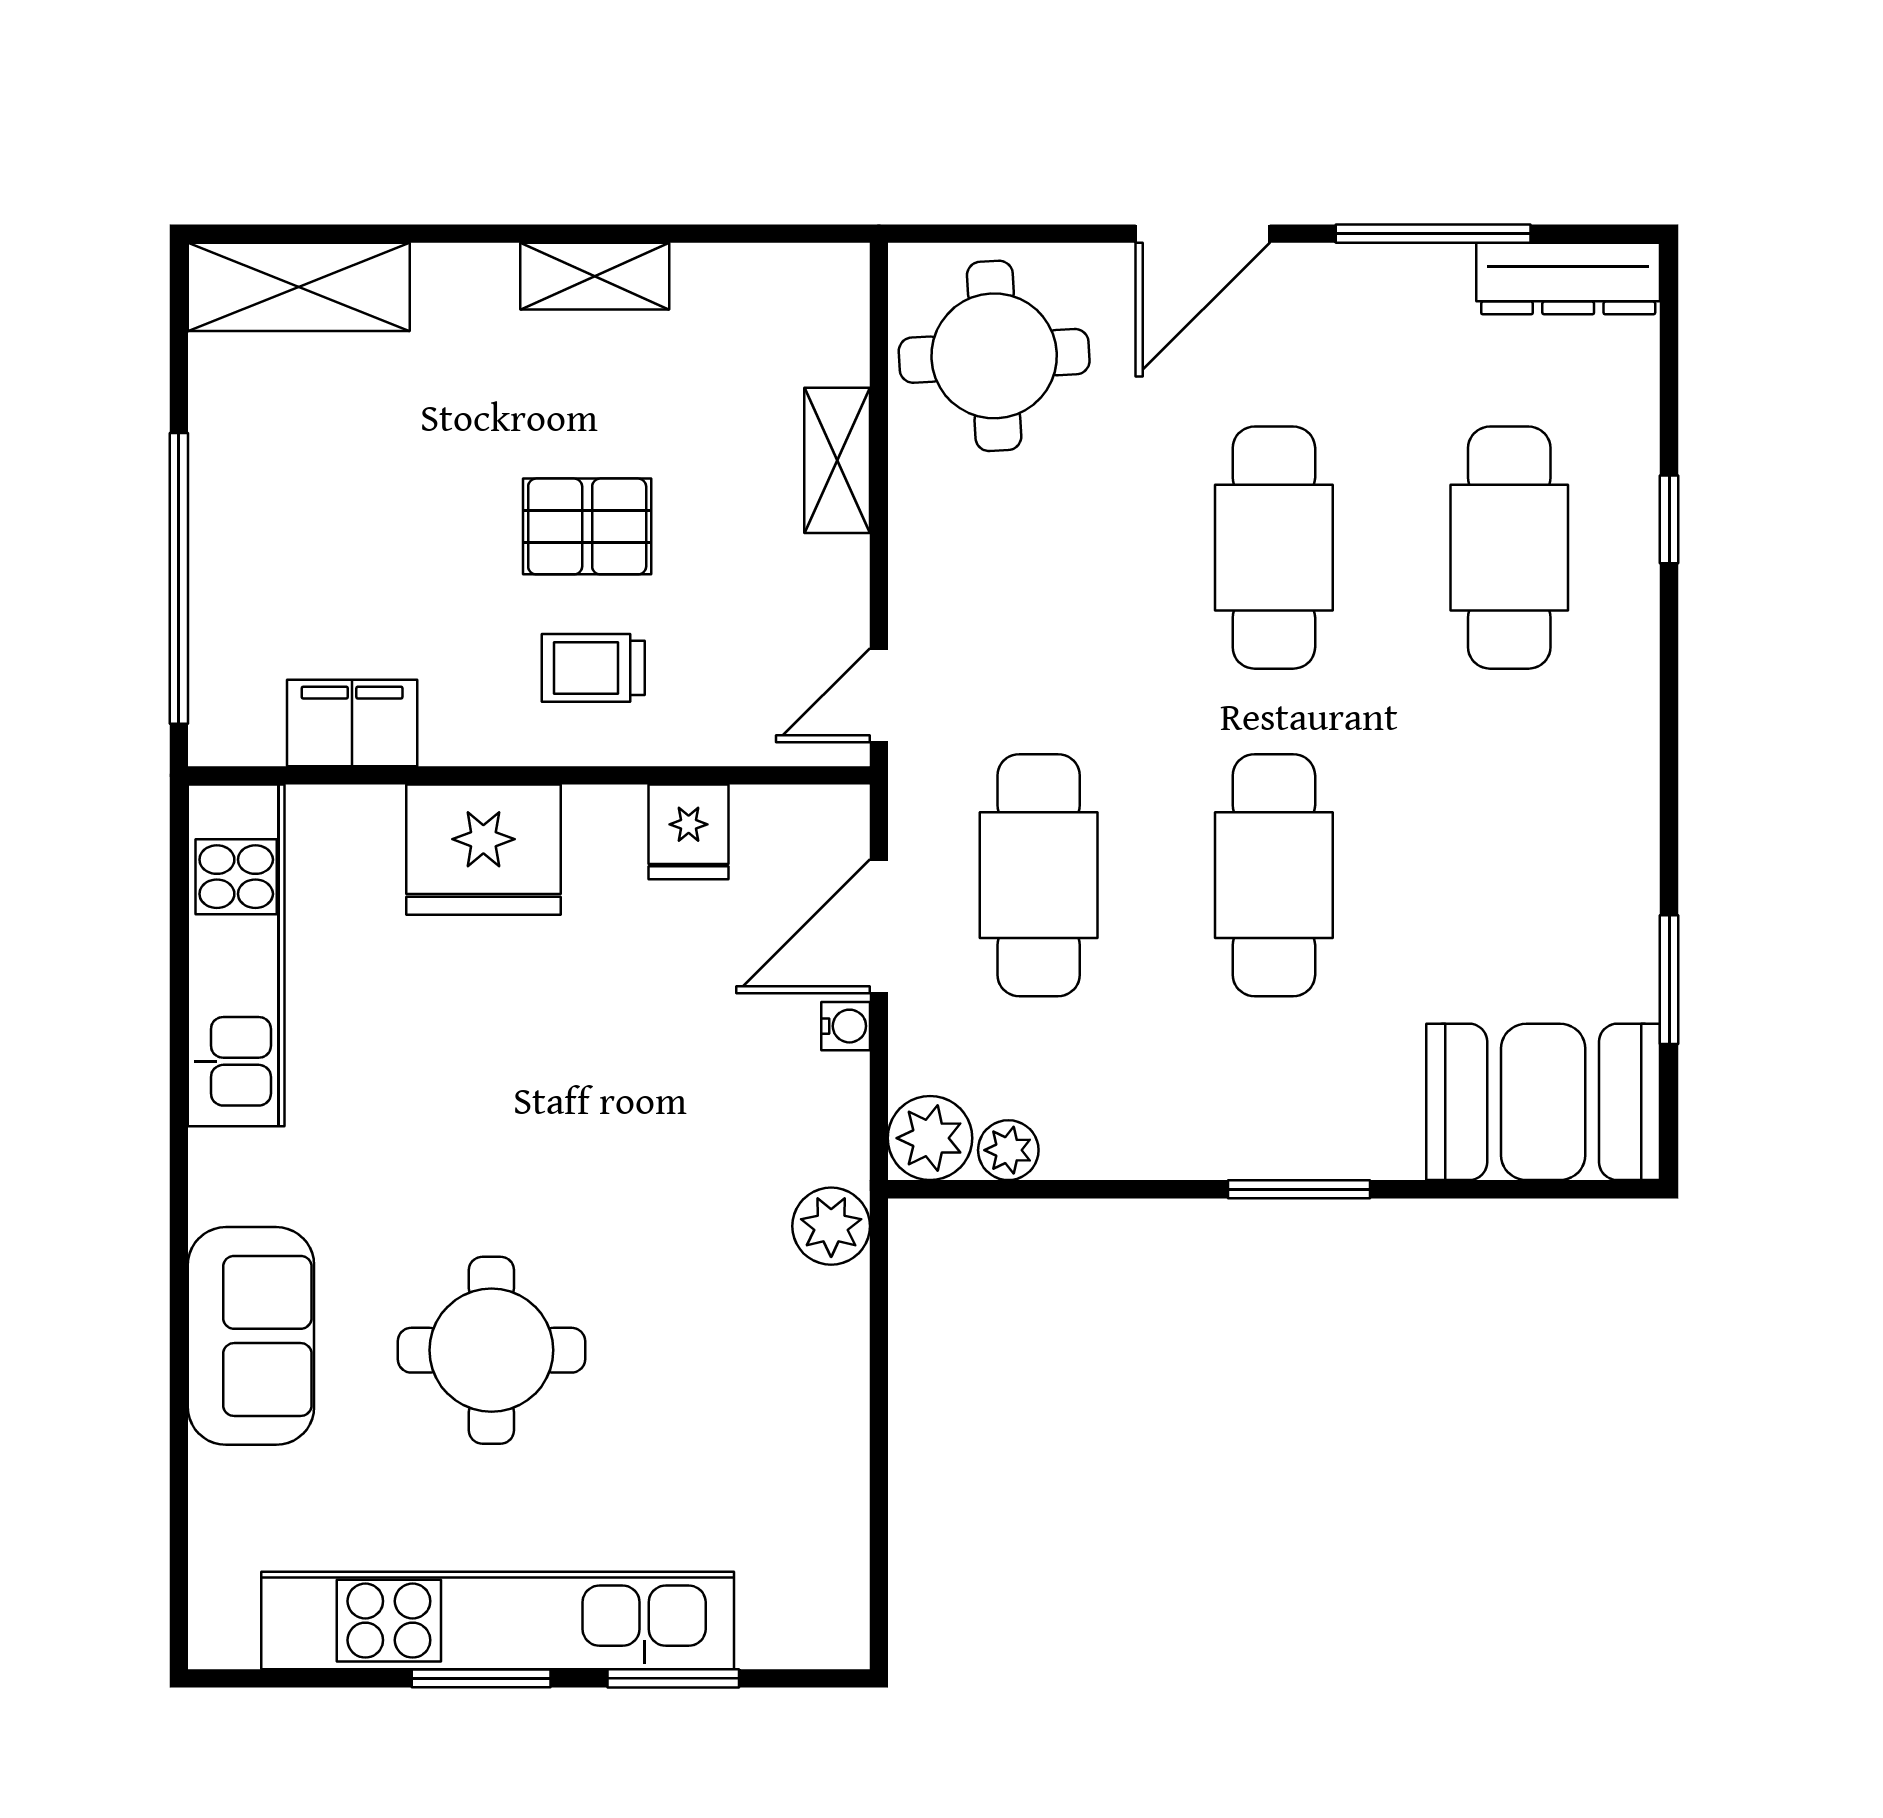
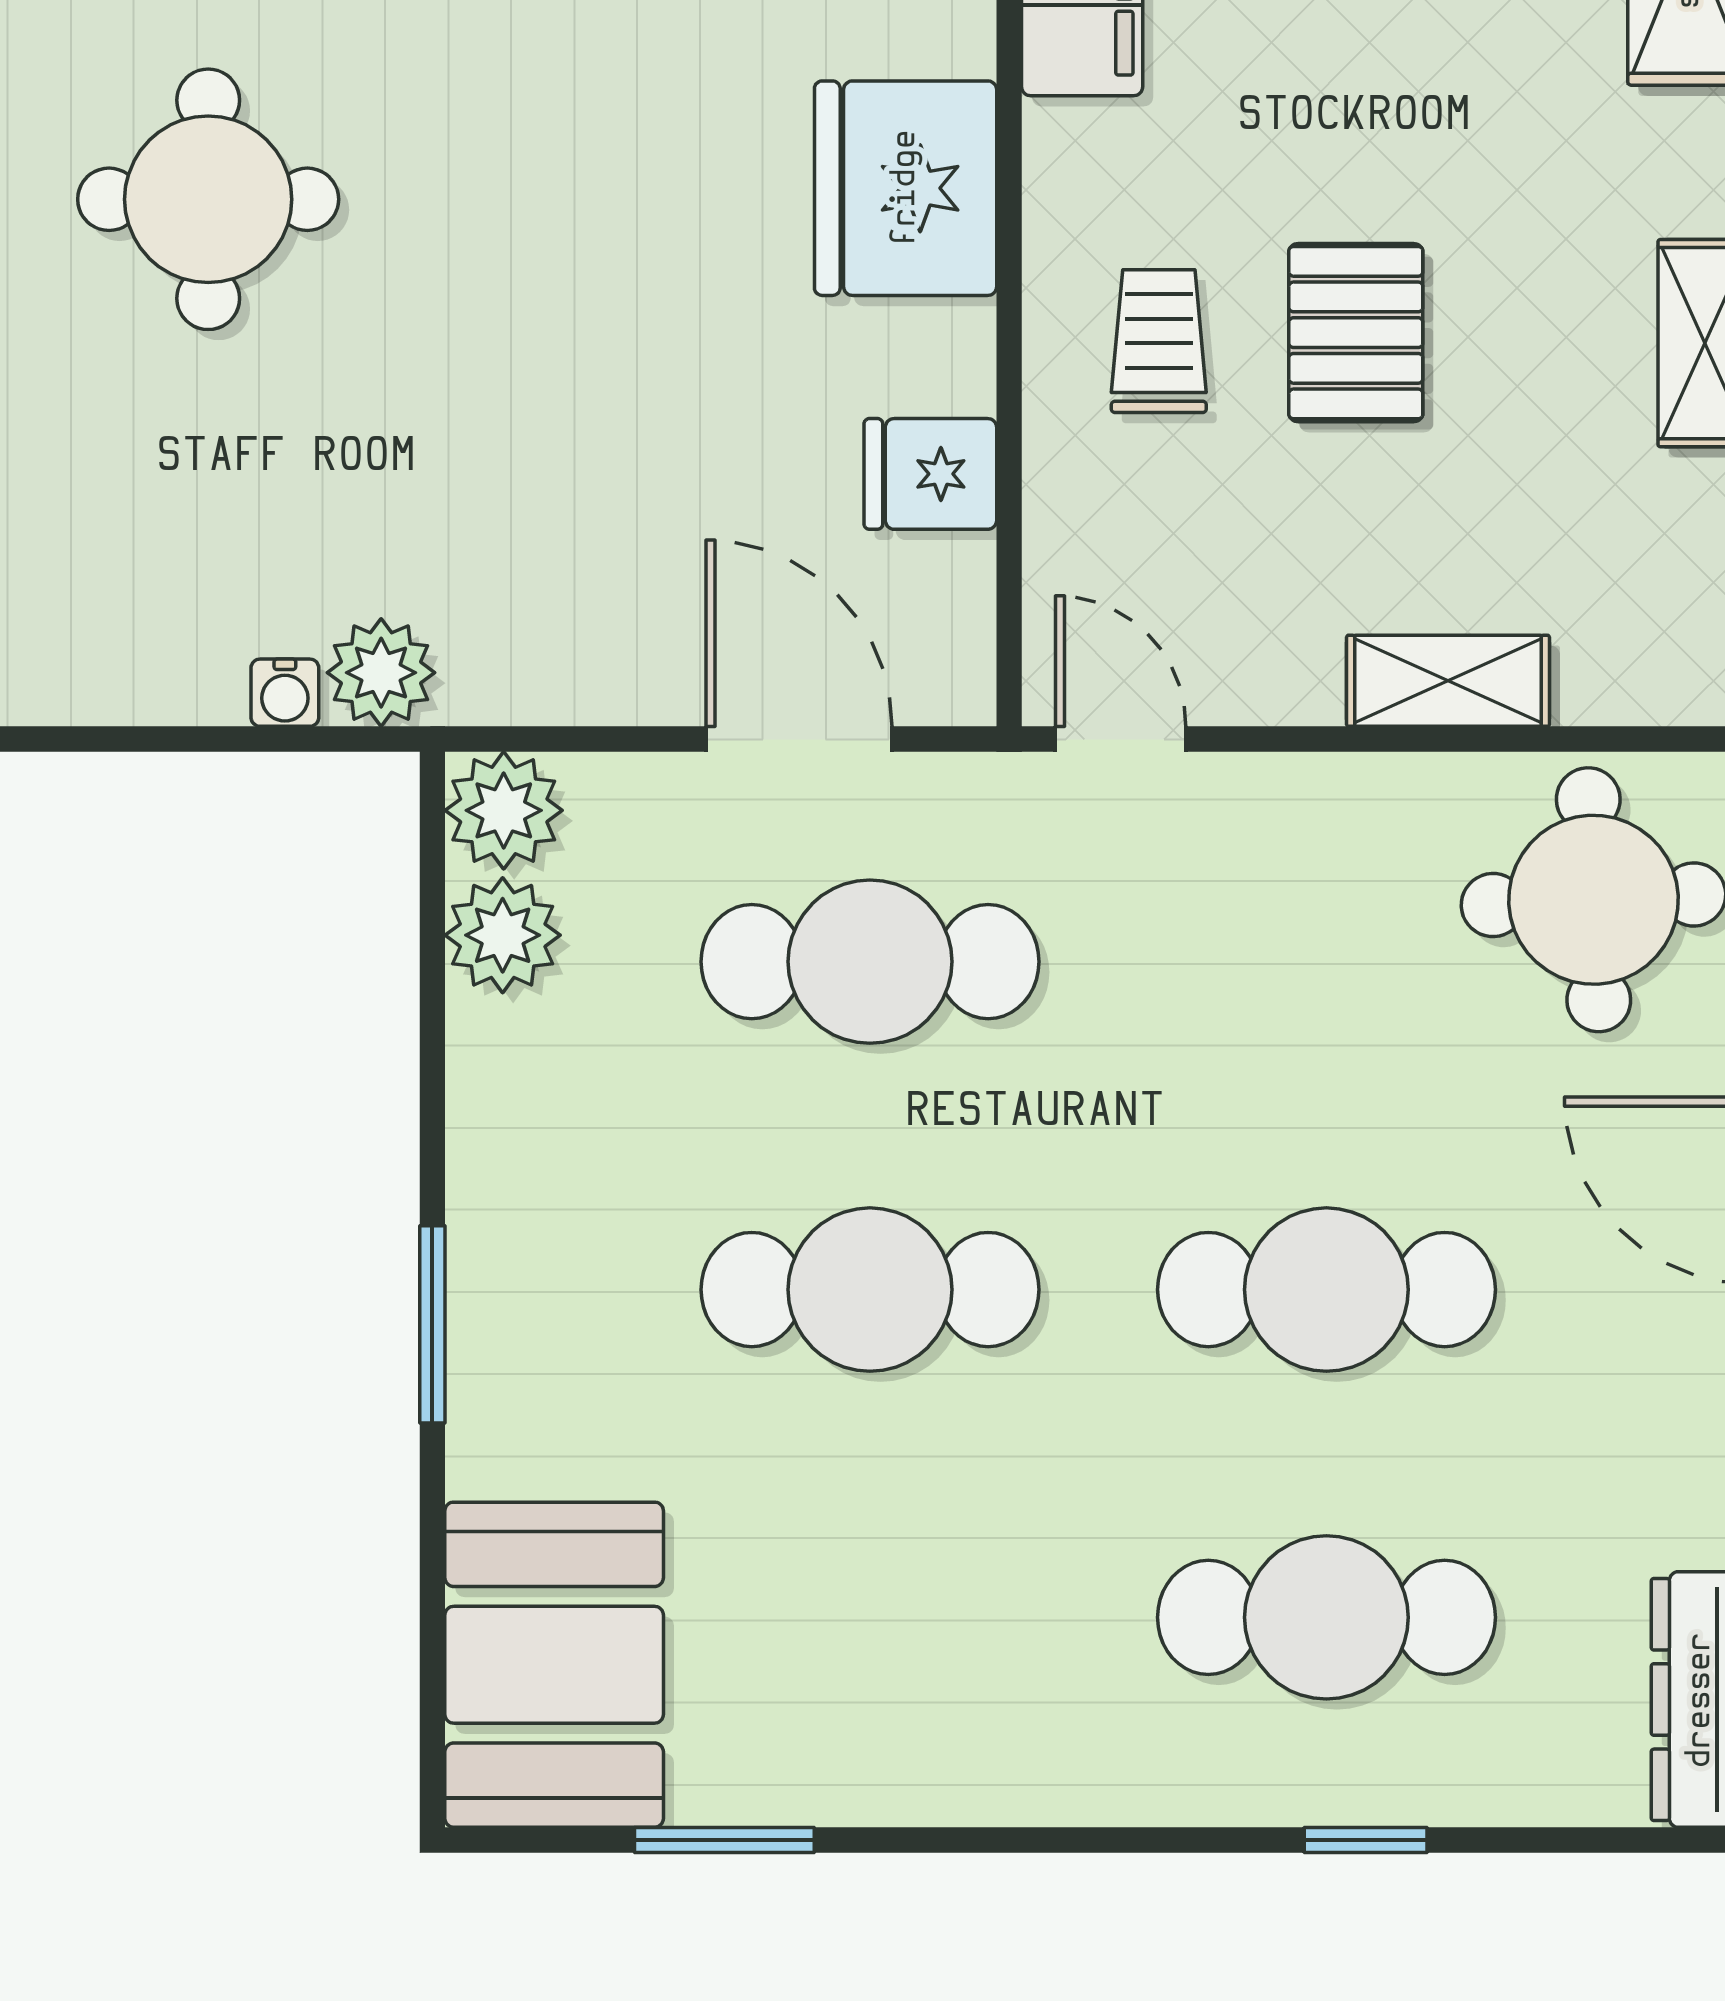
water cooler: (846, 1026) -> (285, 693), moved
plant: (1008, 1150) -> (503, 935), width x1.38, depth x1.38

